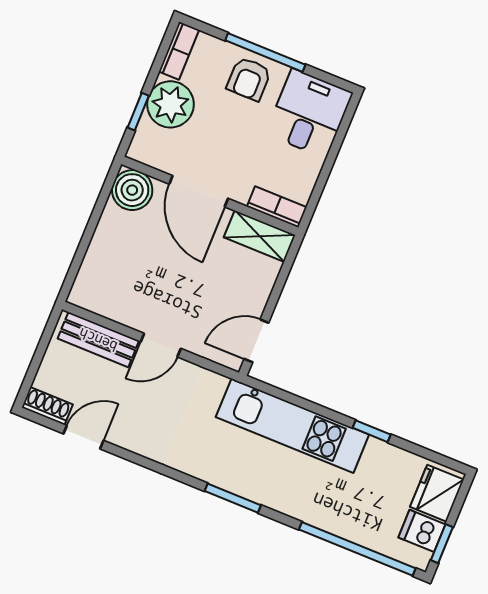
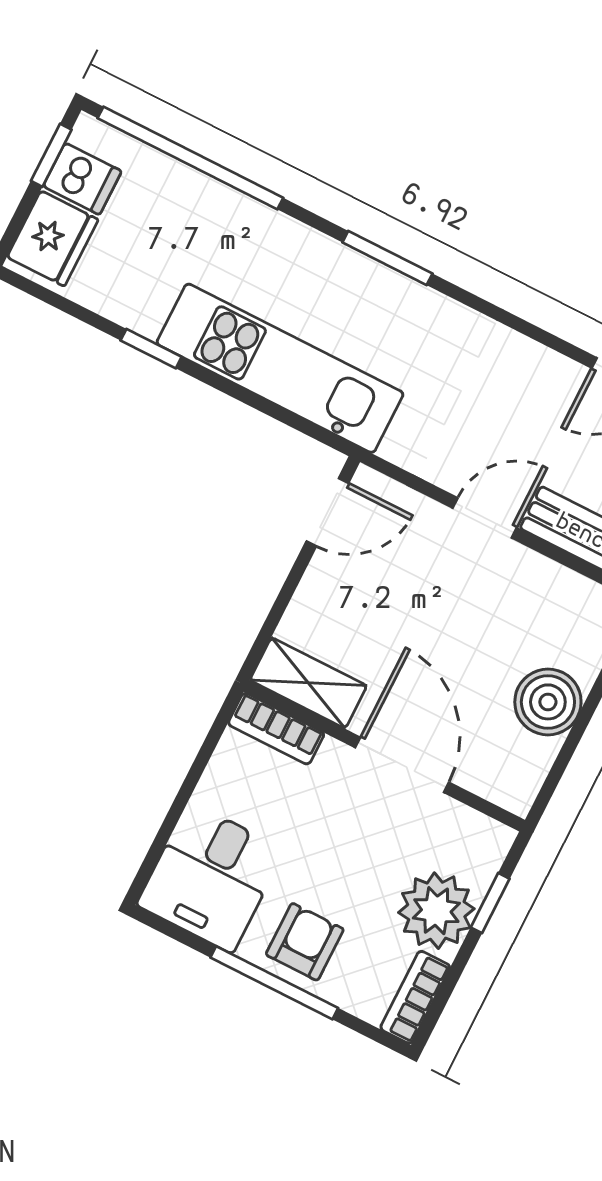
boiler: (132, 190) -> (548, 702), moved

